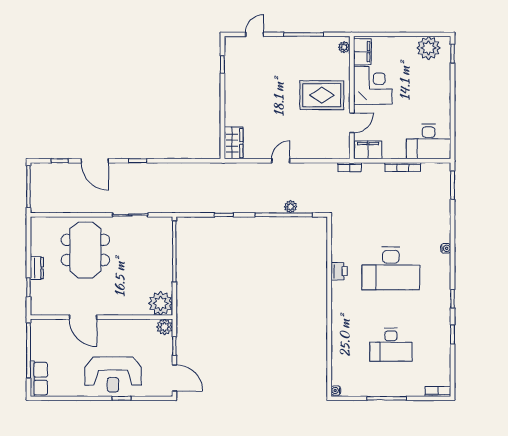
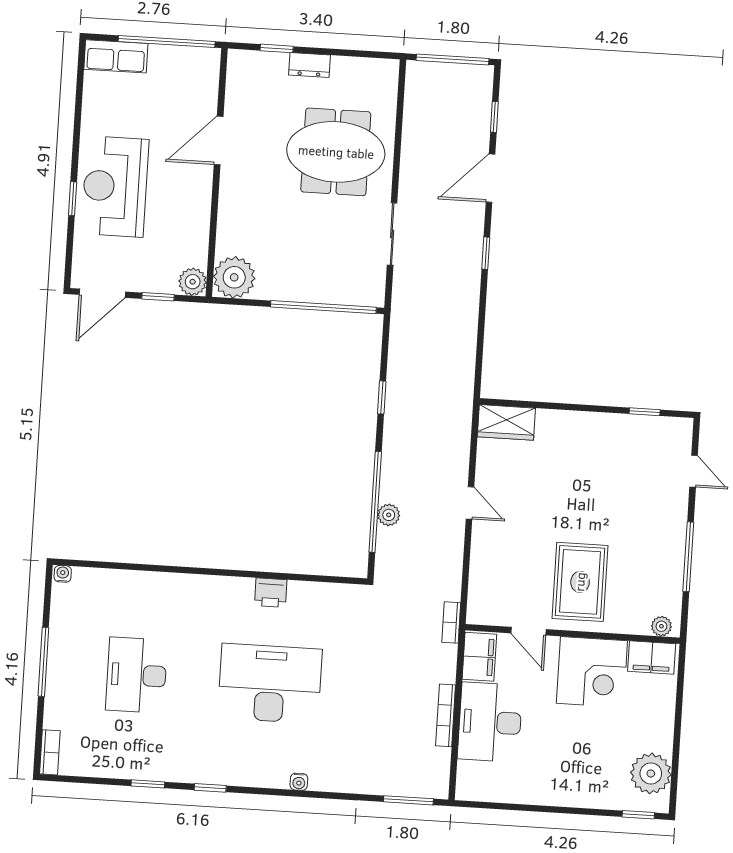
desk: (429, 142) -> (490, 722), moved
desk: (391, 268) -> (270, 683), turned 90

